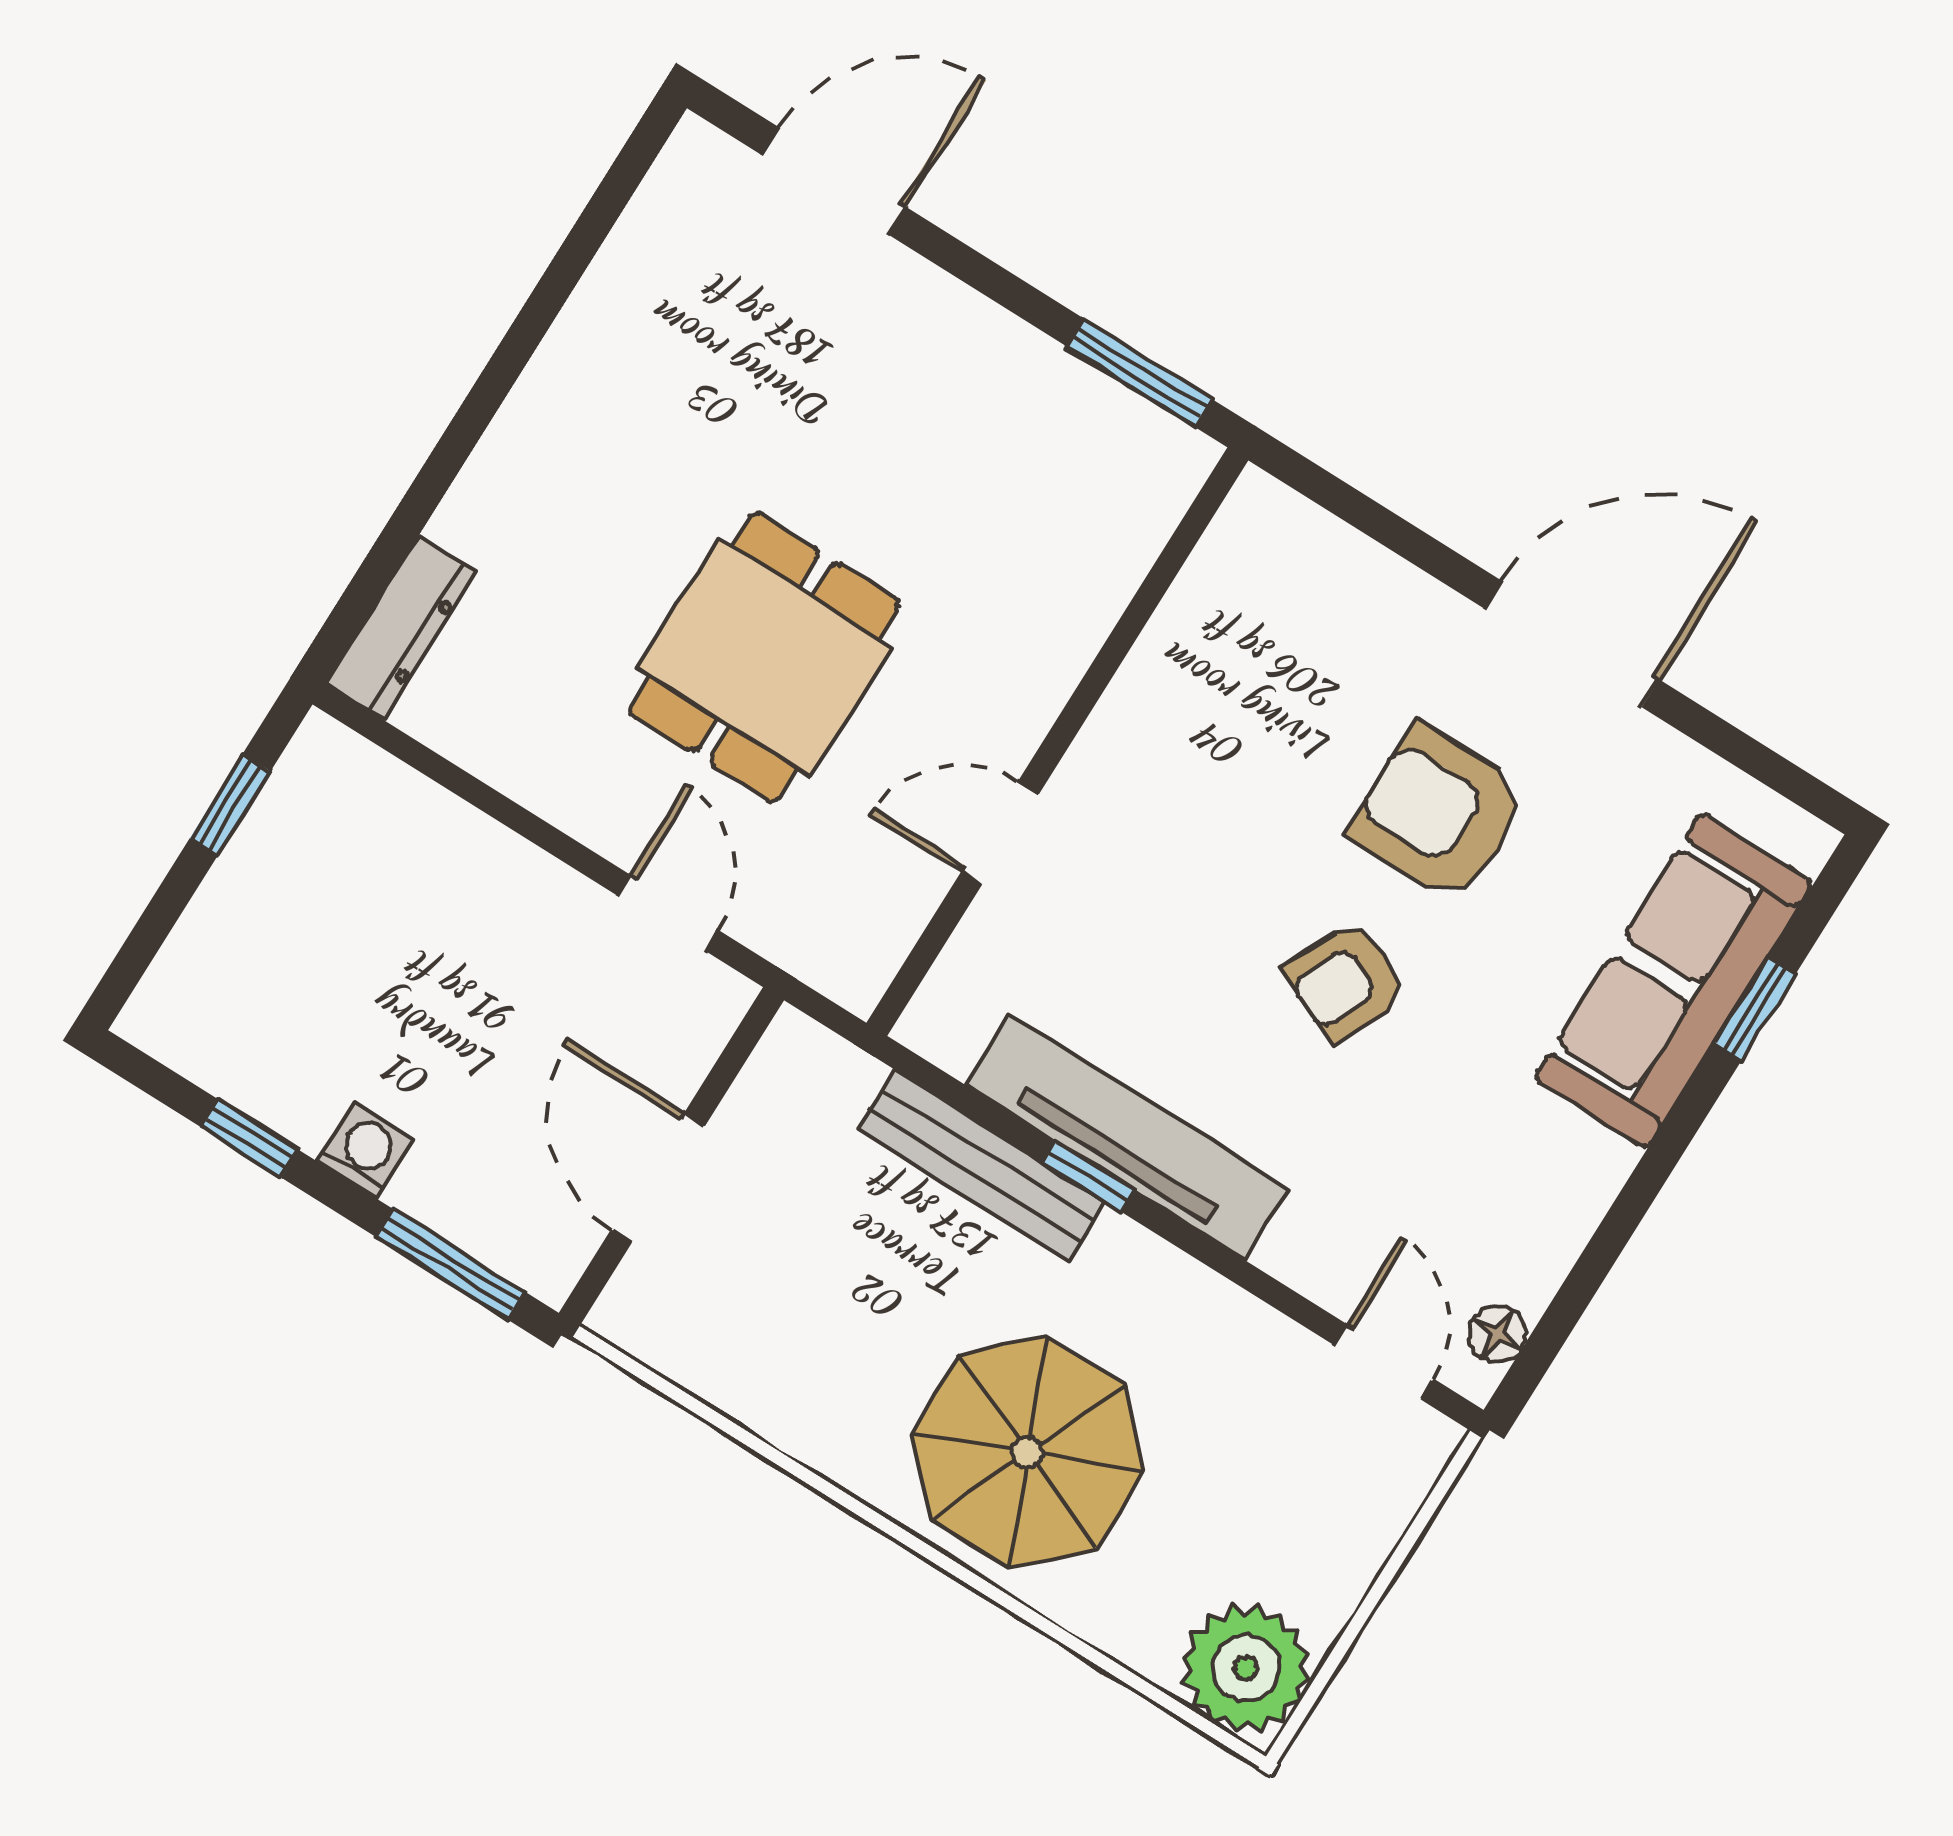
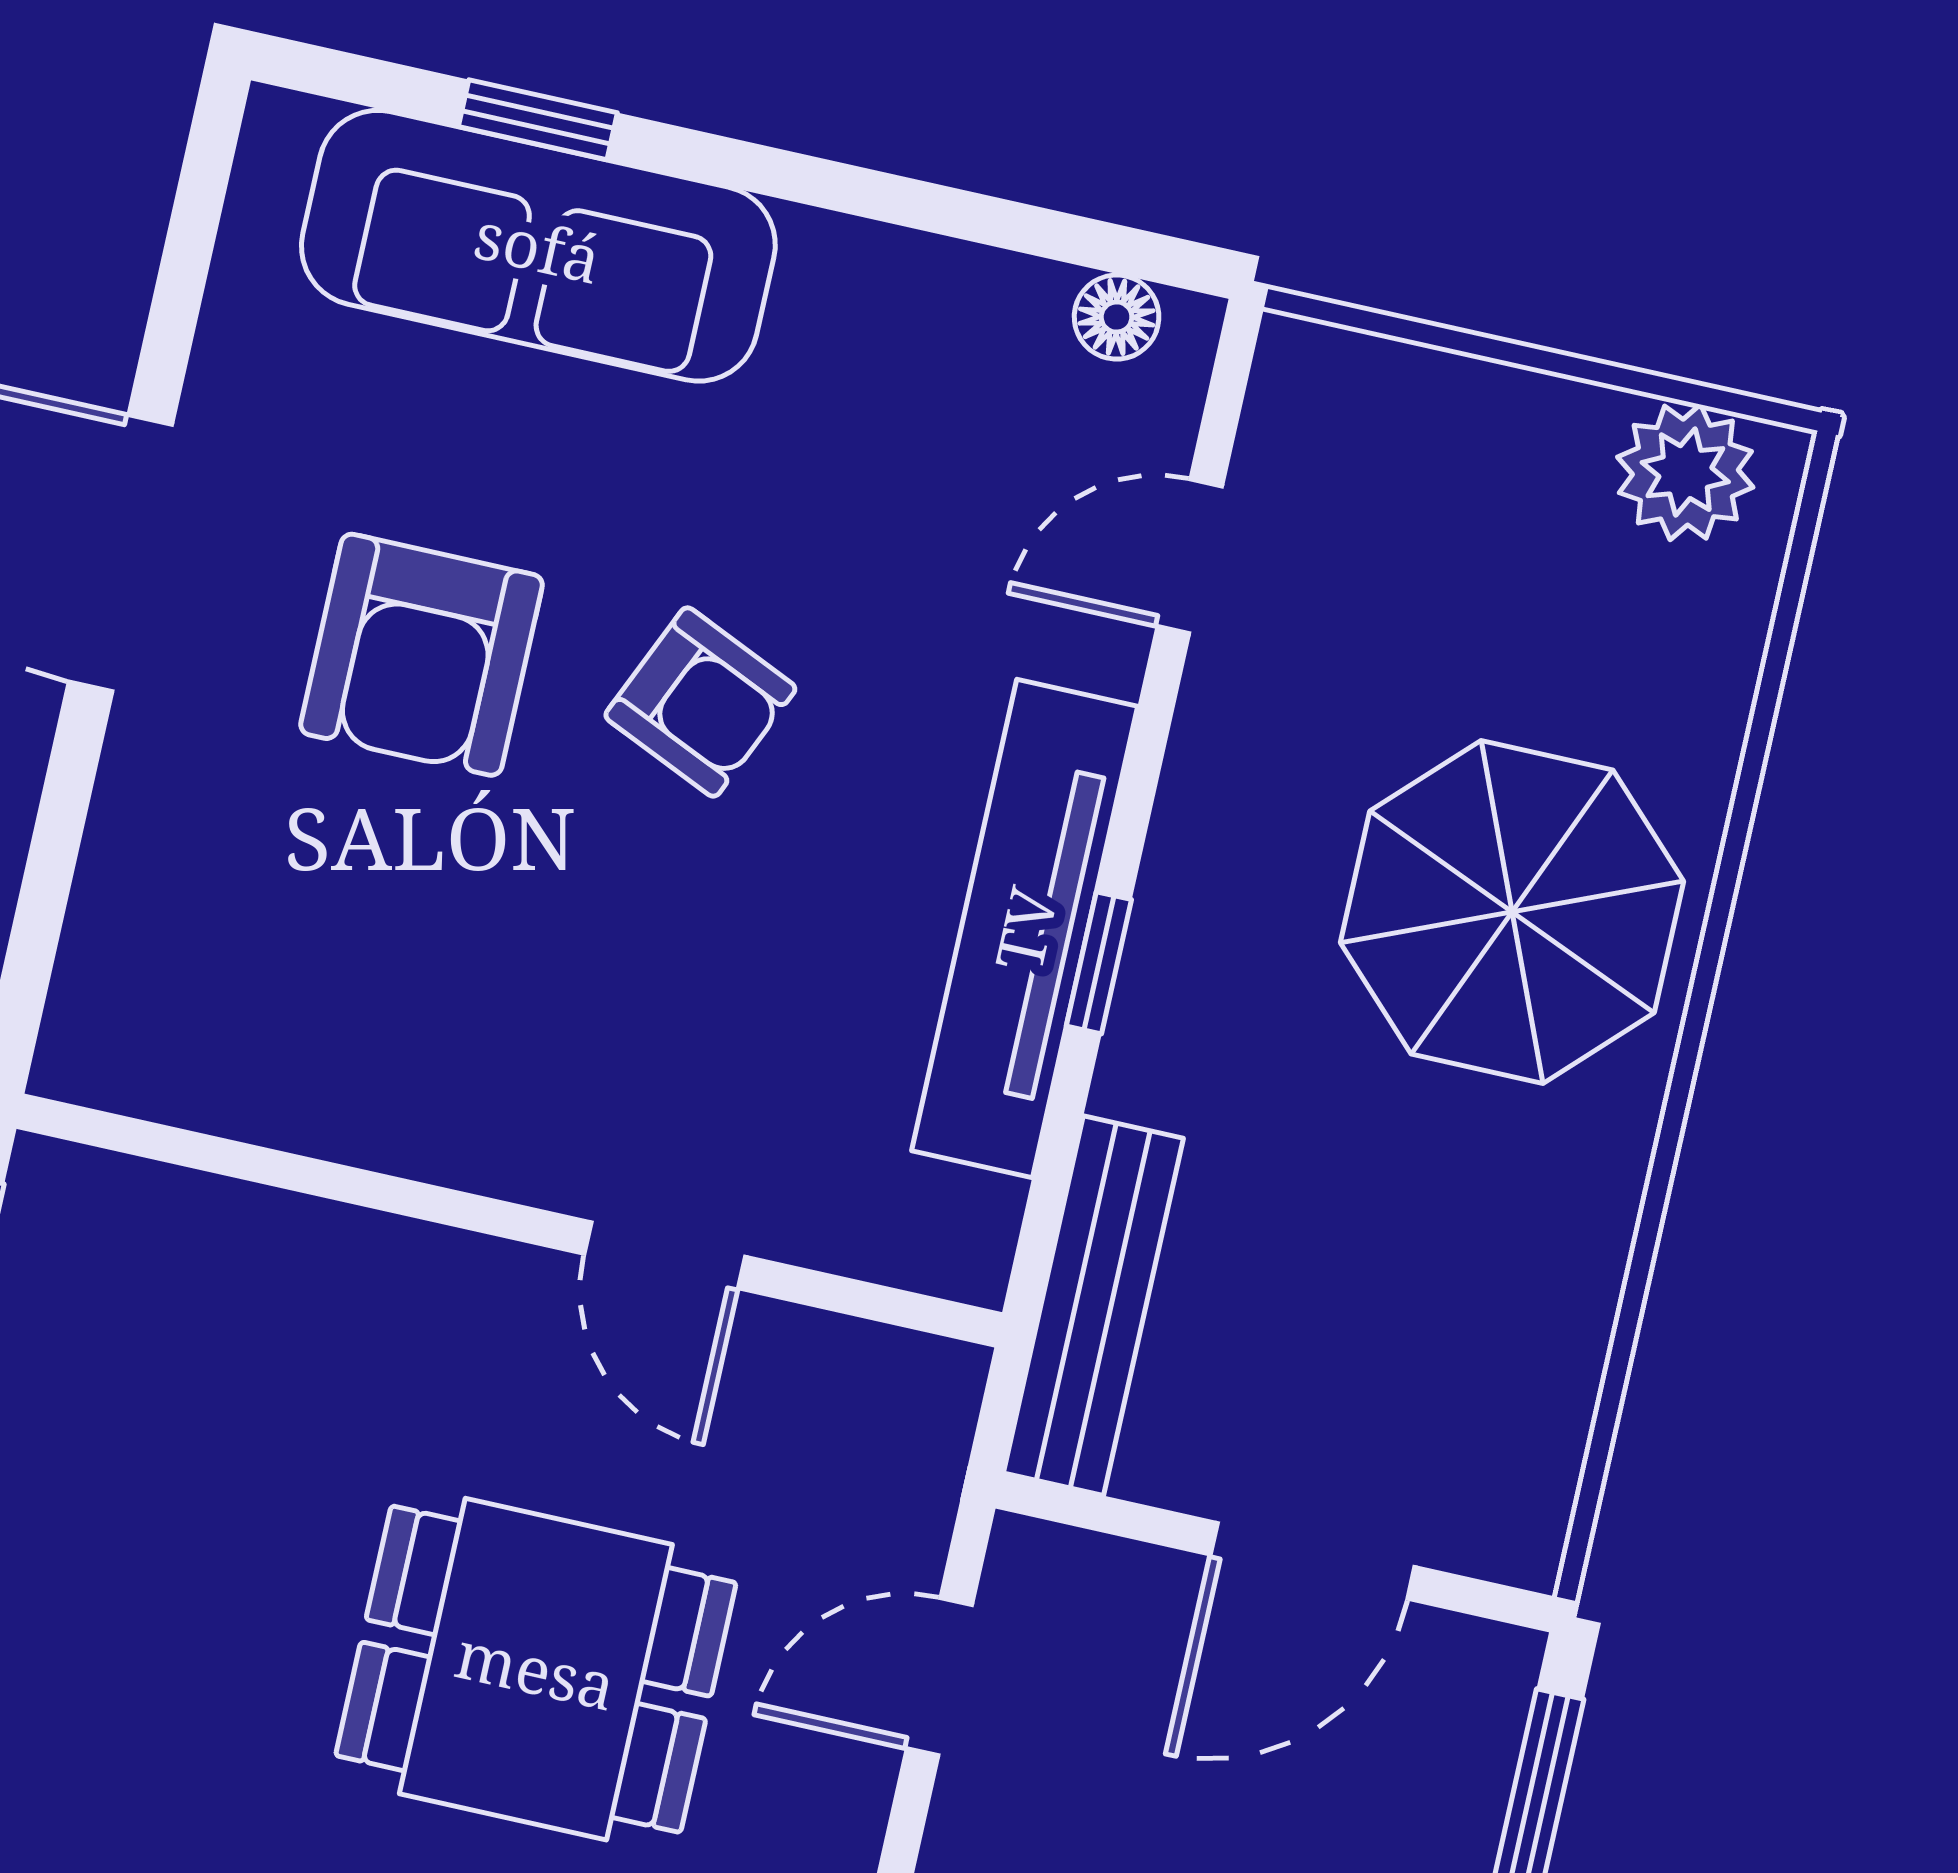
bench: (982, 1165) -> (1093, 1306), moved
door: (1384, 1362) -> (1190, 556), moved
plant: (1246, 1668) -> (1685, 472), width x0.73, depth x0.73

